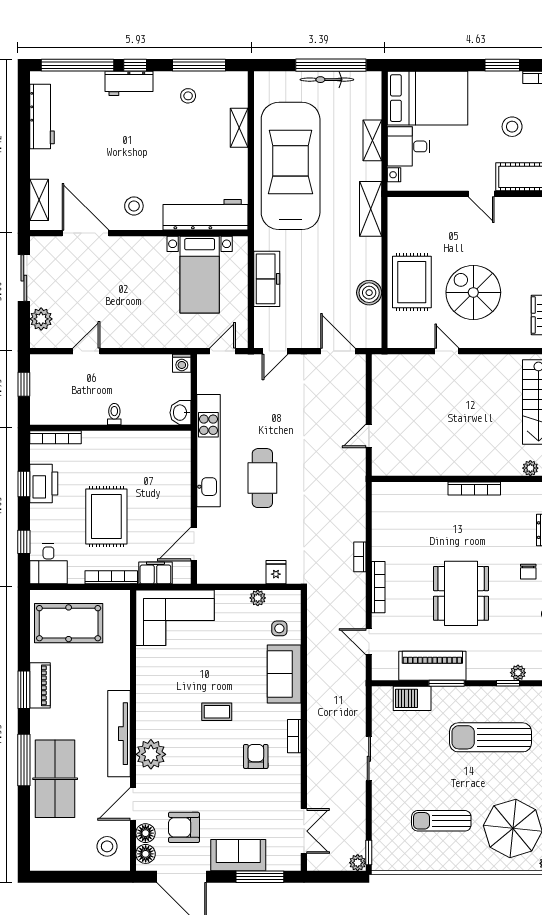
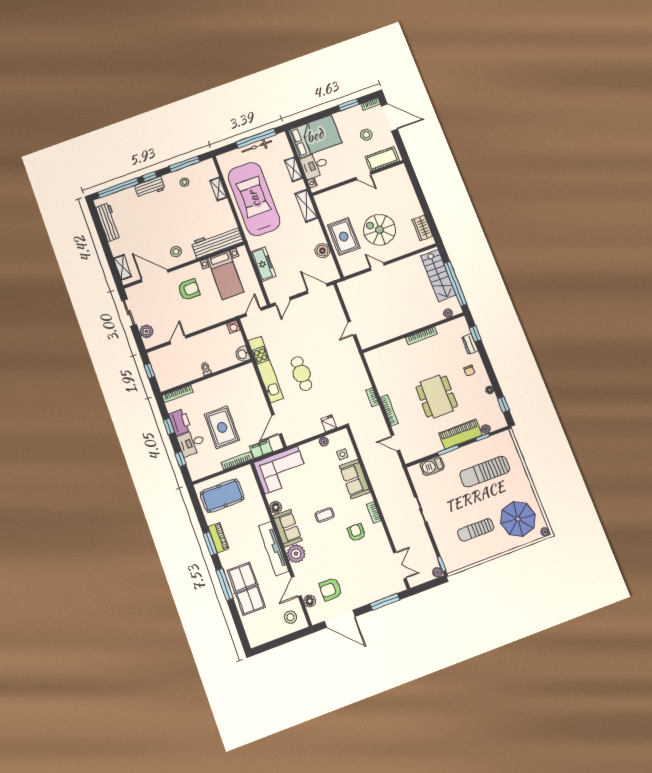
armchair: (132, 276) -> (189, 290), added
desk: (48, 564) -> (191, 443), moved, turned 90
piano: (432, 666) -> (460, 434), moved
floor lamp: (146, 854) -> (276, 507), moved
sofa: (238, 855) -> (287, 528), moved, turned 90

